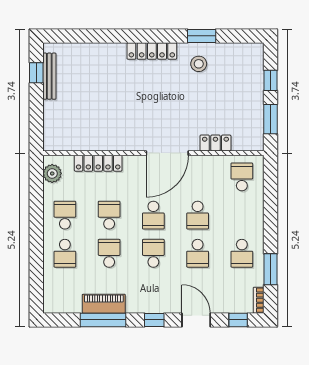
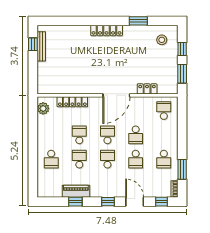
stool: (199, 64) -> (162, 40), moved
school desk: (65, 215) -> (51, 135), removed
school desk: (153, 215) -> (107, 135), turned 180
window: (103, 320) -> (75, 202), width x0.46

